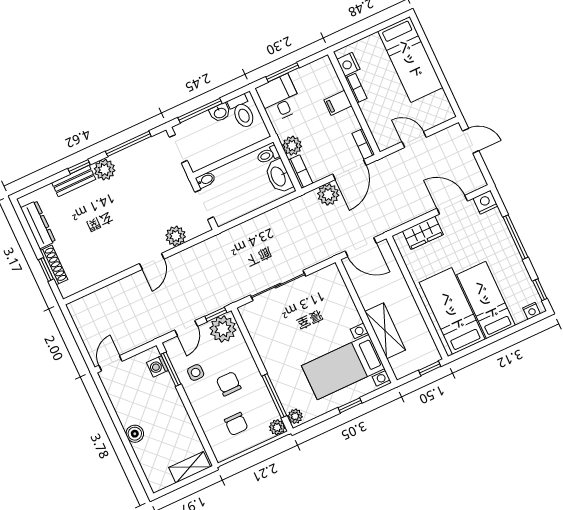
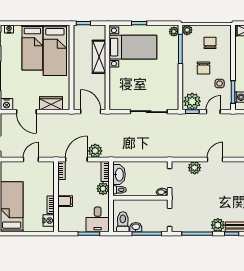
door: (414, 140) -> (31, 159), swing flipped

